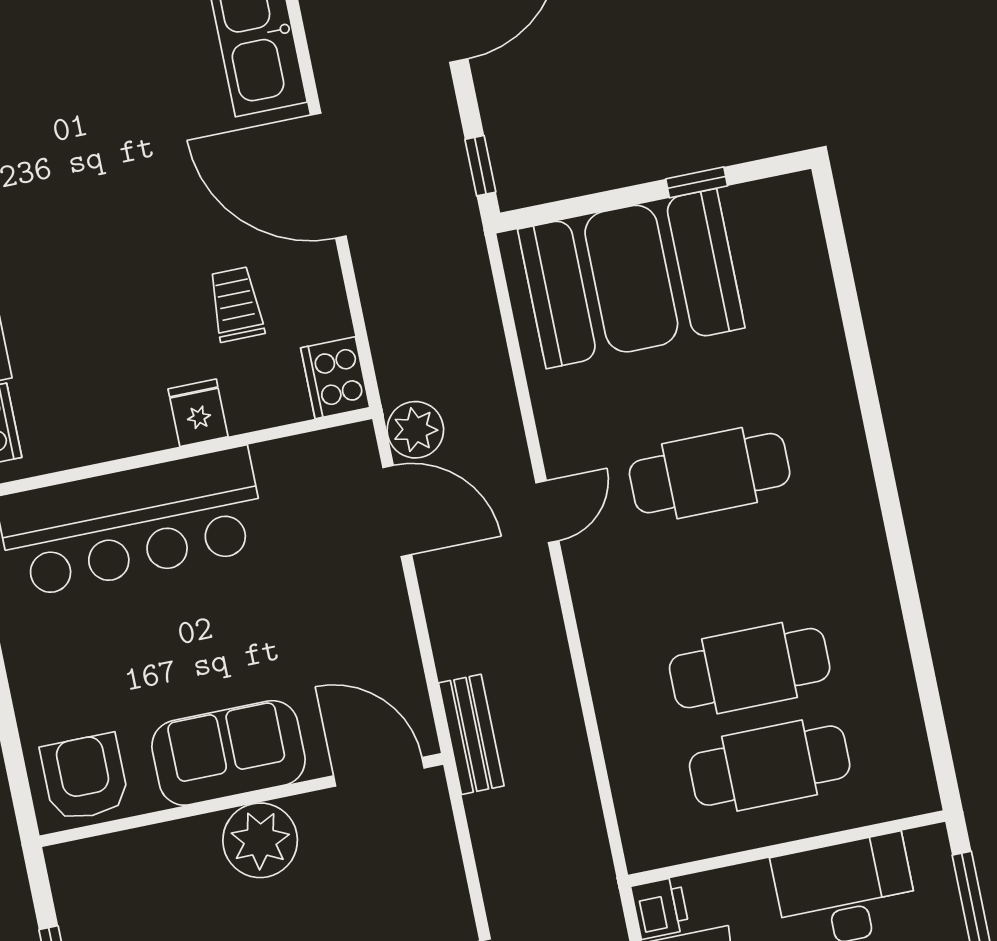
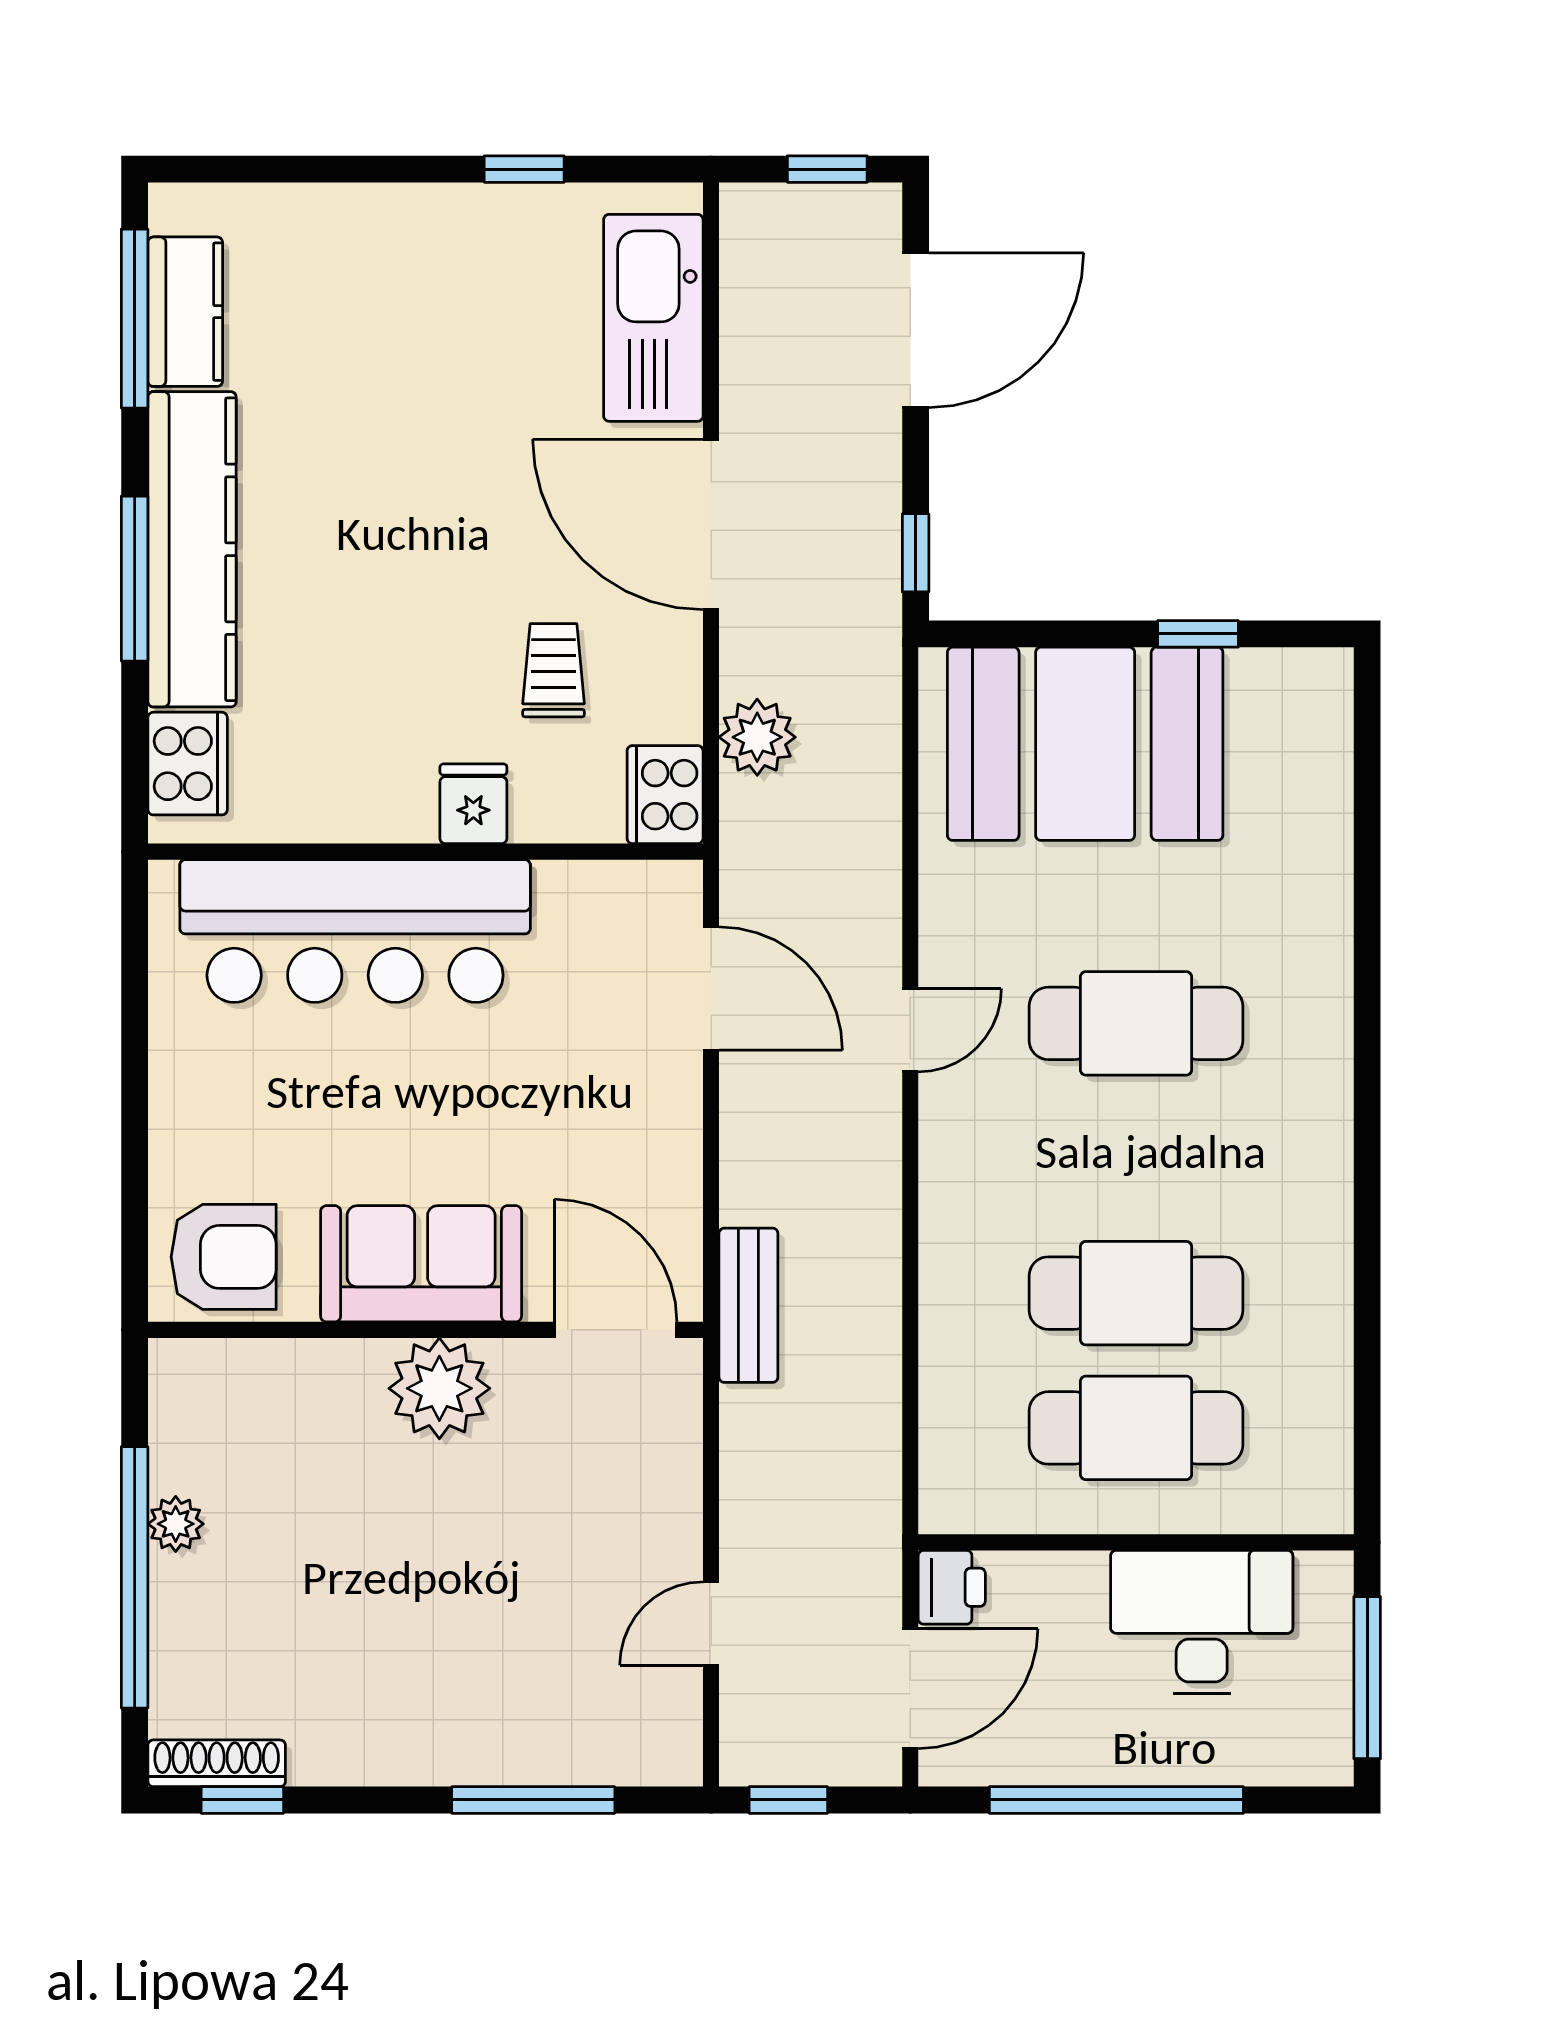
plant: (415, 430) -> (757, 737), moved
armchair: (85, 777) -> (224, 1257), turned 90

